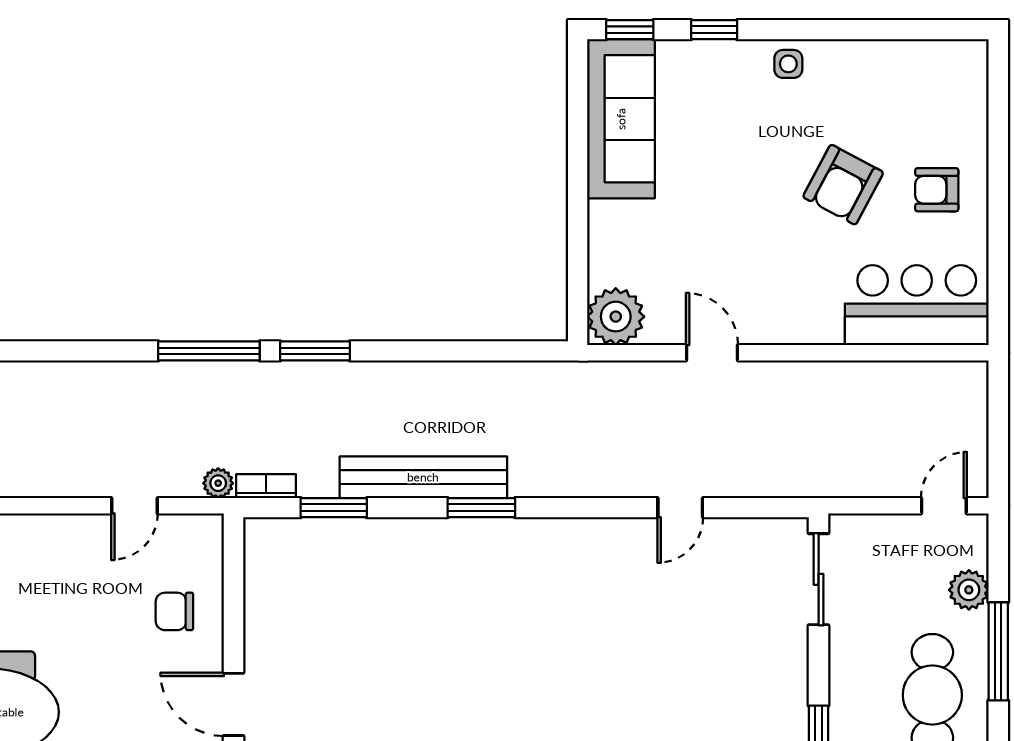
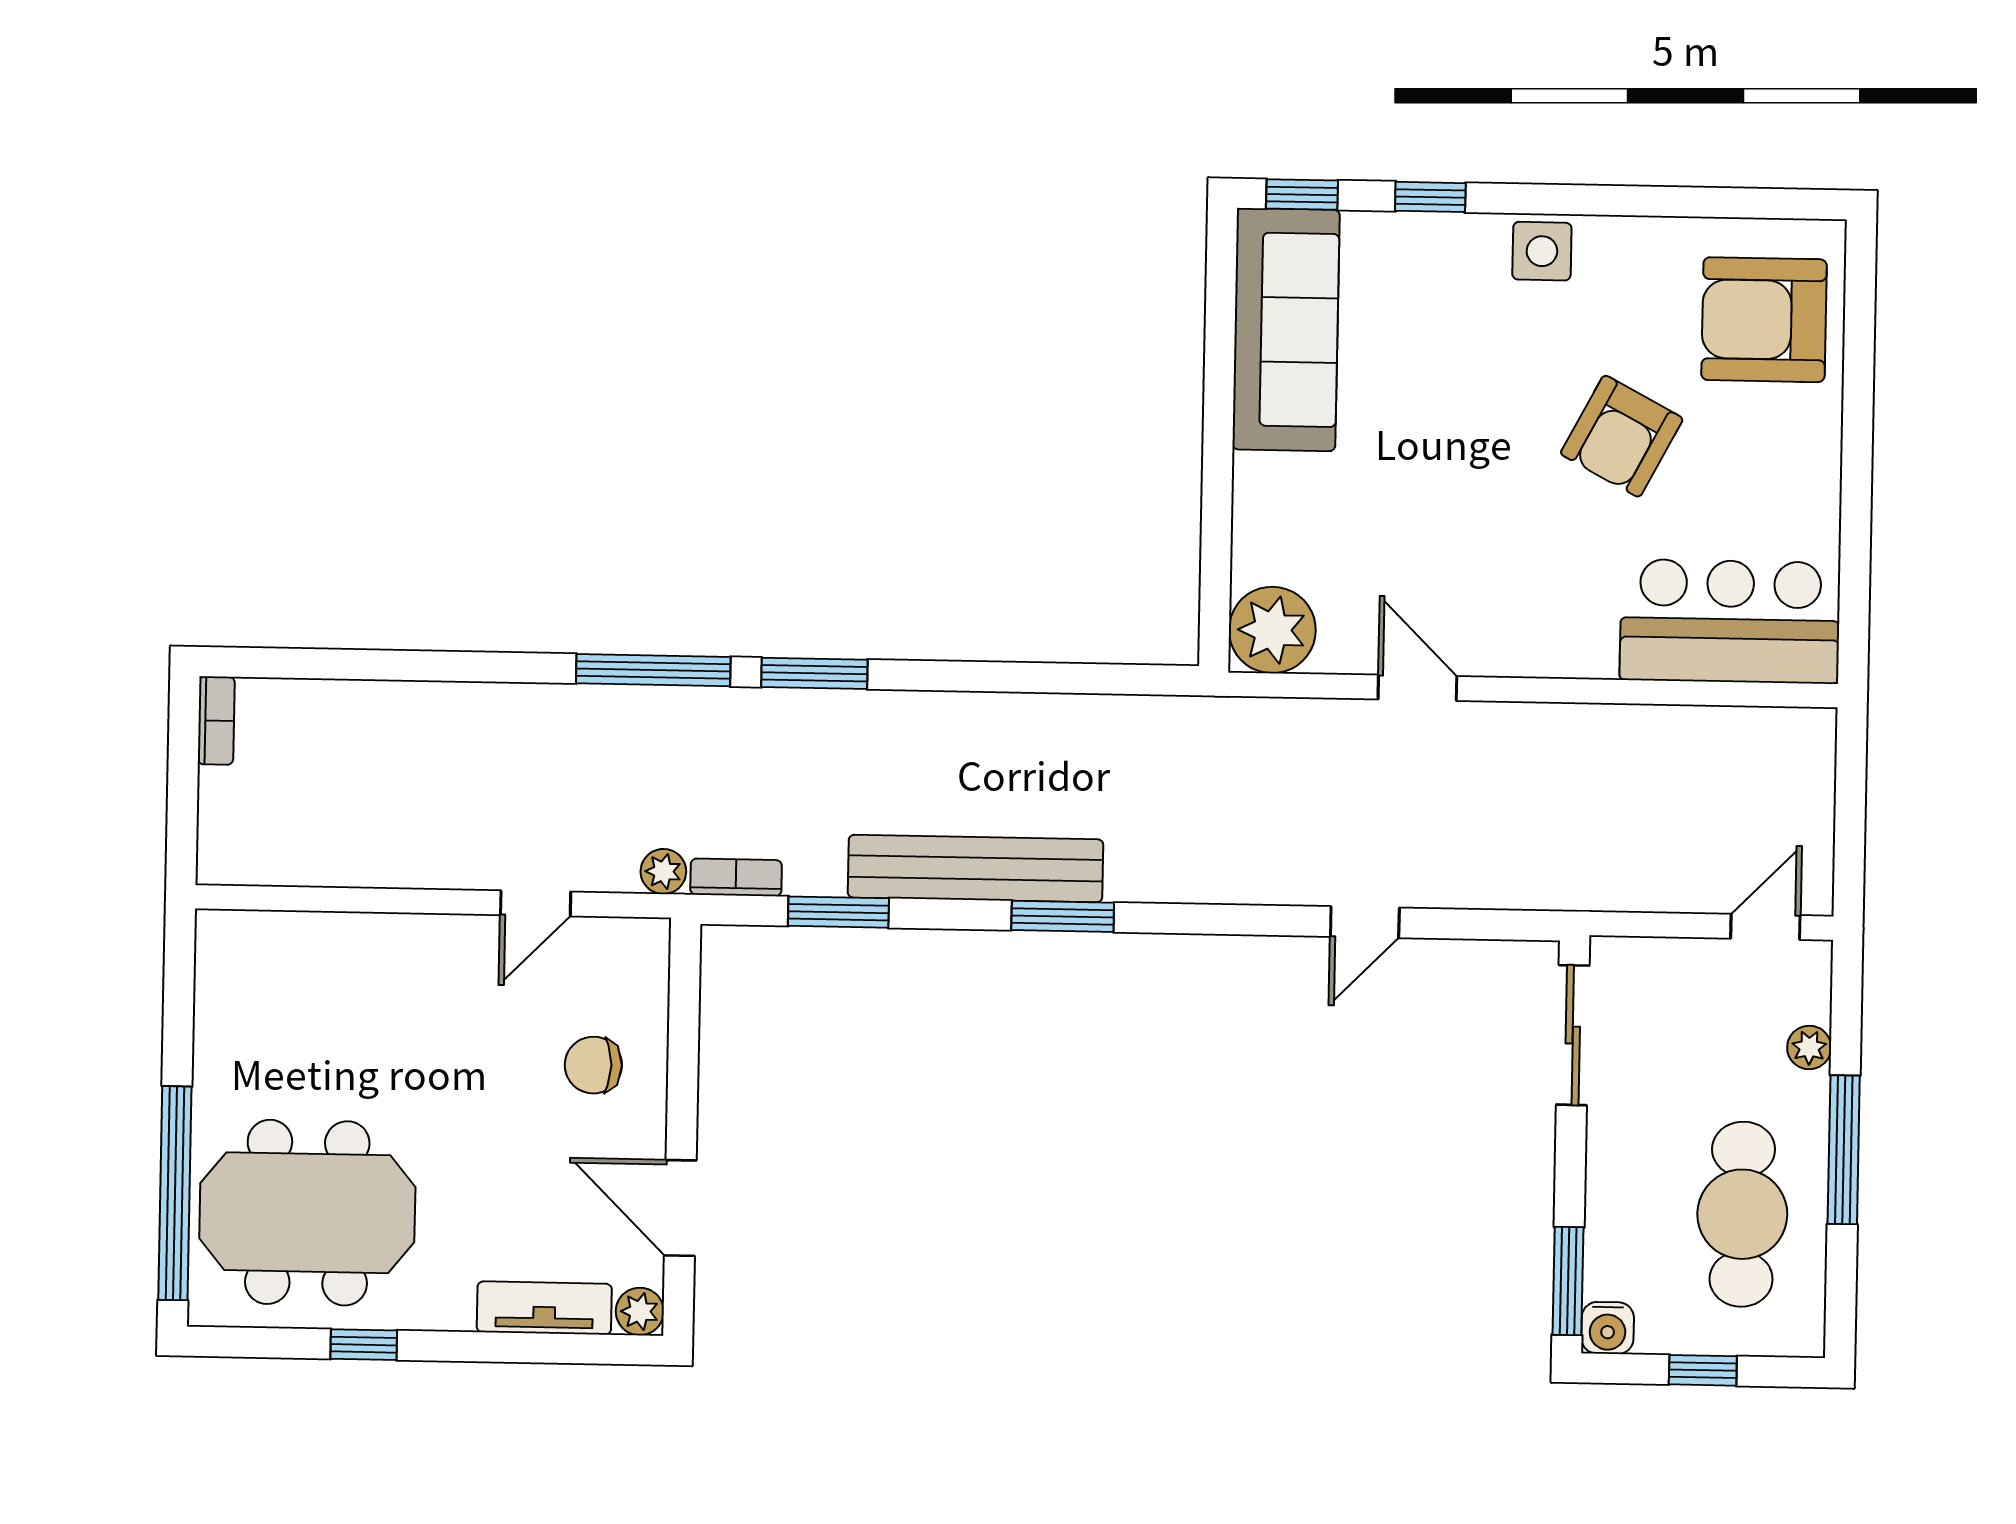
side table: (788, 64) -> (1542, 251), width x1.37, depth x1.37
armchair: (937, 190) -> (1764, 320), moved, width x1.88, depth x1.88
plant: (969, 590) -> (1809, 1047), width x0.73, depth x0.73

